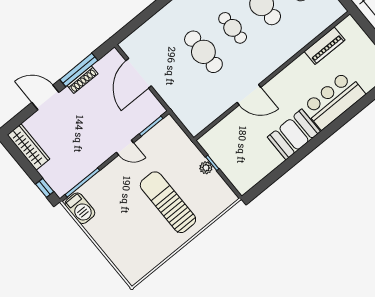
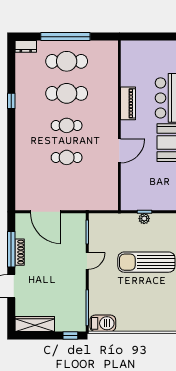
piano: (325, 46) -> (128, 103), moved
cafe table: (203, 52) -> (67, 157), width x0.73, depth x0.74

